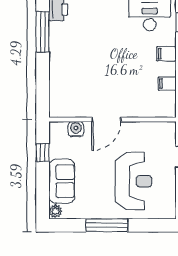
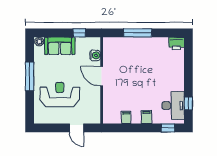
window: (43, 32) -> (138, 33), moved
reception desk: (134, 181) -> (60, 95), turned 180

